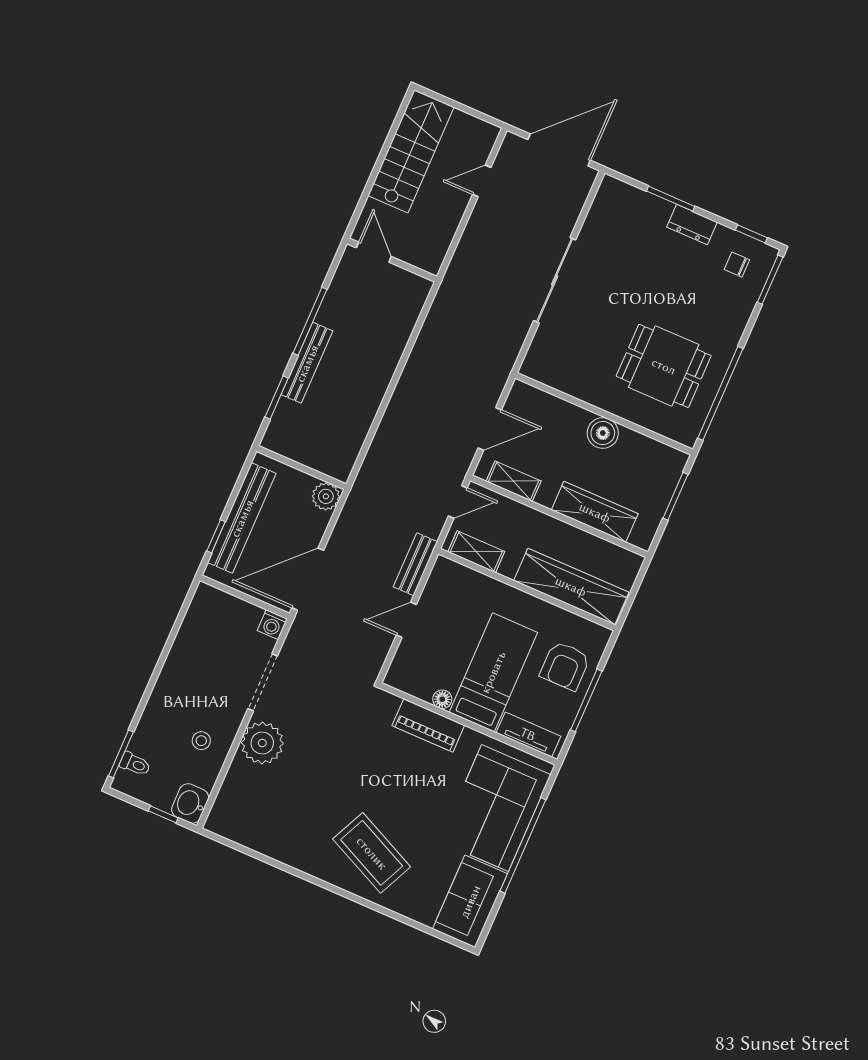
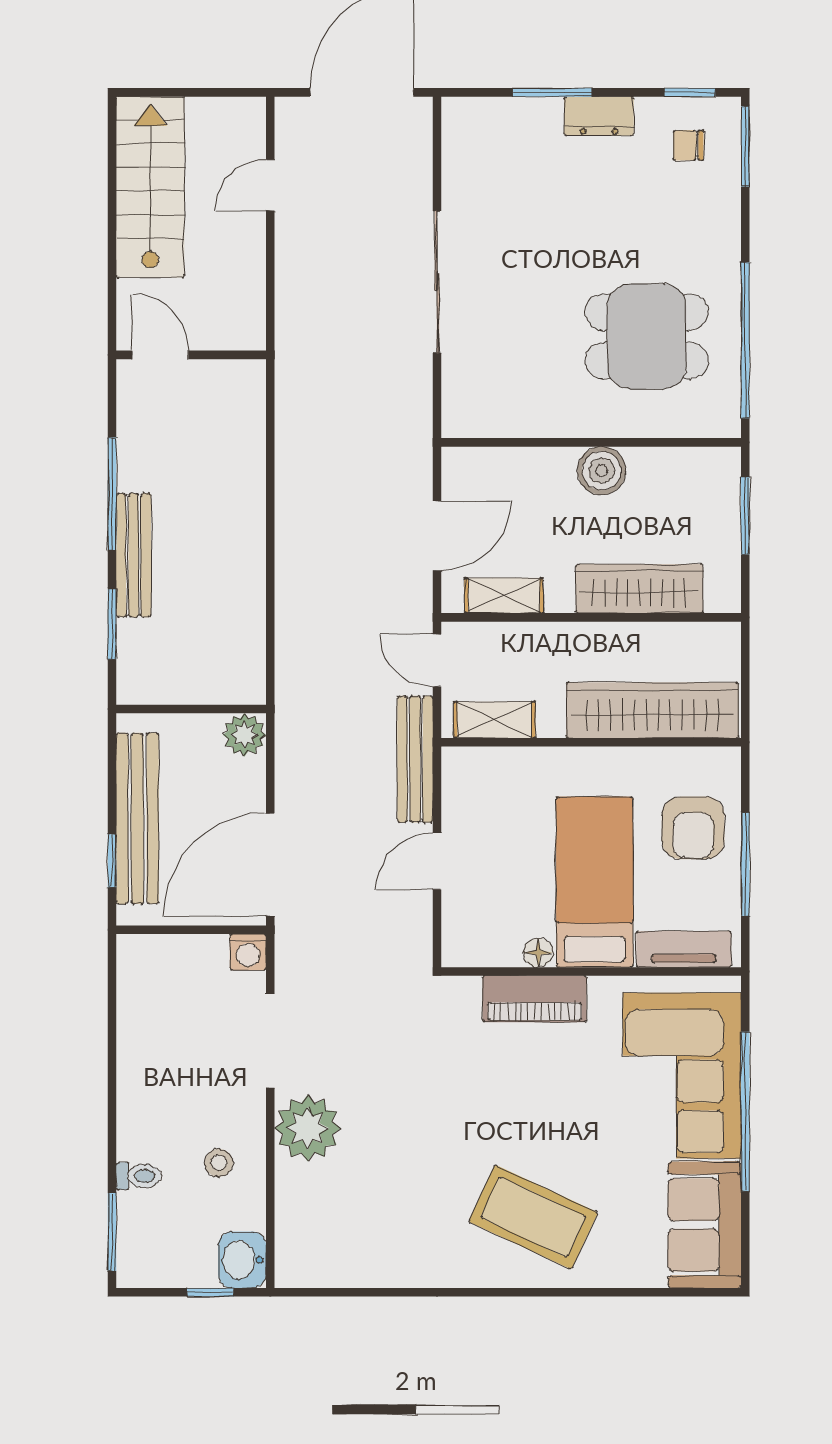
door: (458, 502) -> (437, 660), swing flipped
bench: (415, 564) -> (415, 759), width x1.36
toilet: (135, 764) -> (139, 1176), moved

